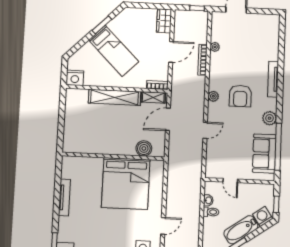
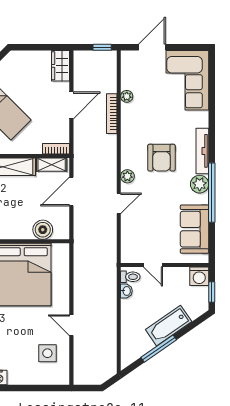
corner sofa: (263, 37) -> (187, 80), added
tv unit: (273, 79) -> (202, 151), moved
plant: (213, 96) -> (127, 176), moved
window: (278, 147) -> (212, 193), moved
toilet: (211, 212) -> (130, 277), moved
washing machine: (263, 217) -> (199, 276), moved, turned -145
door: (163, 226) -> (71, 325), swing flipped

